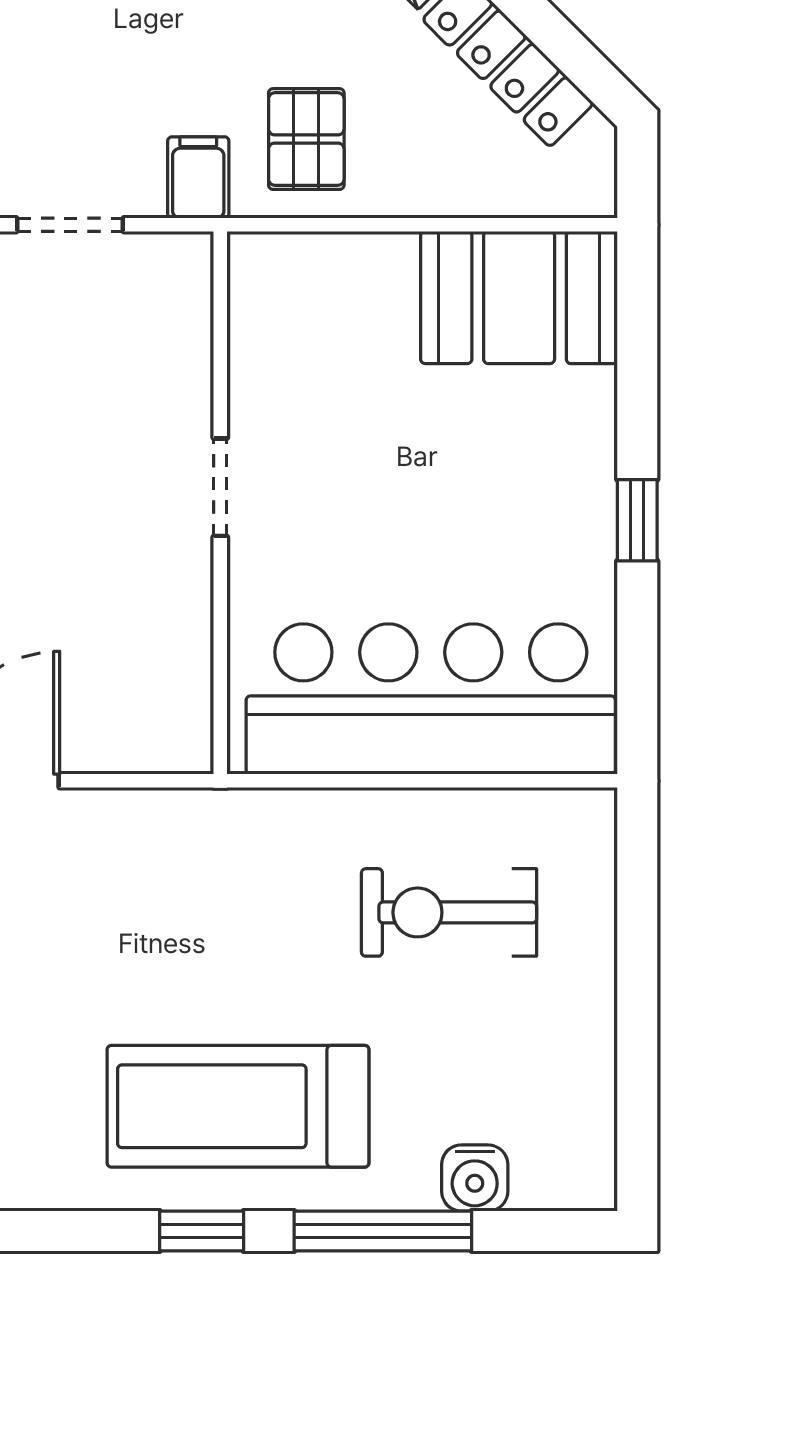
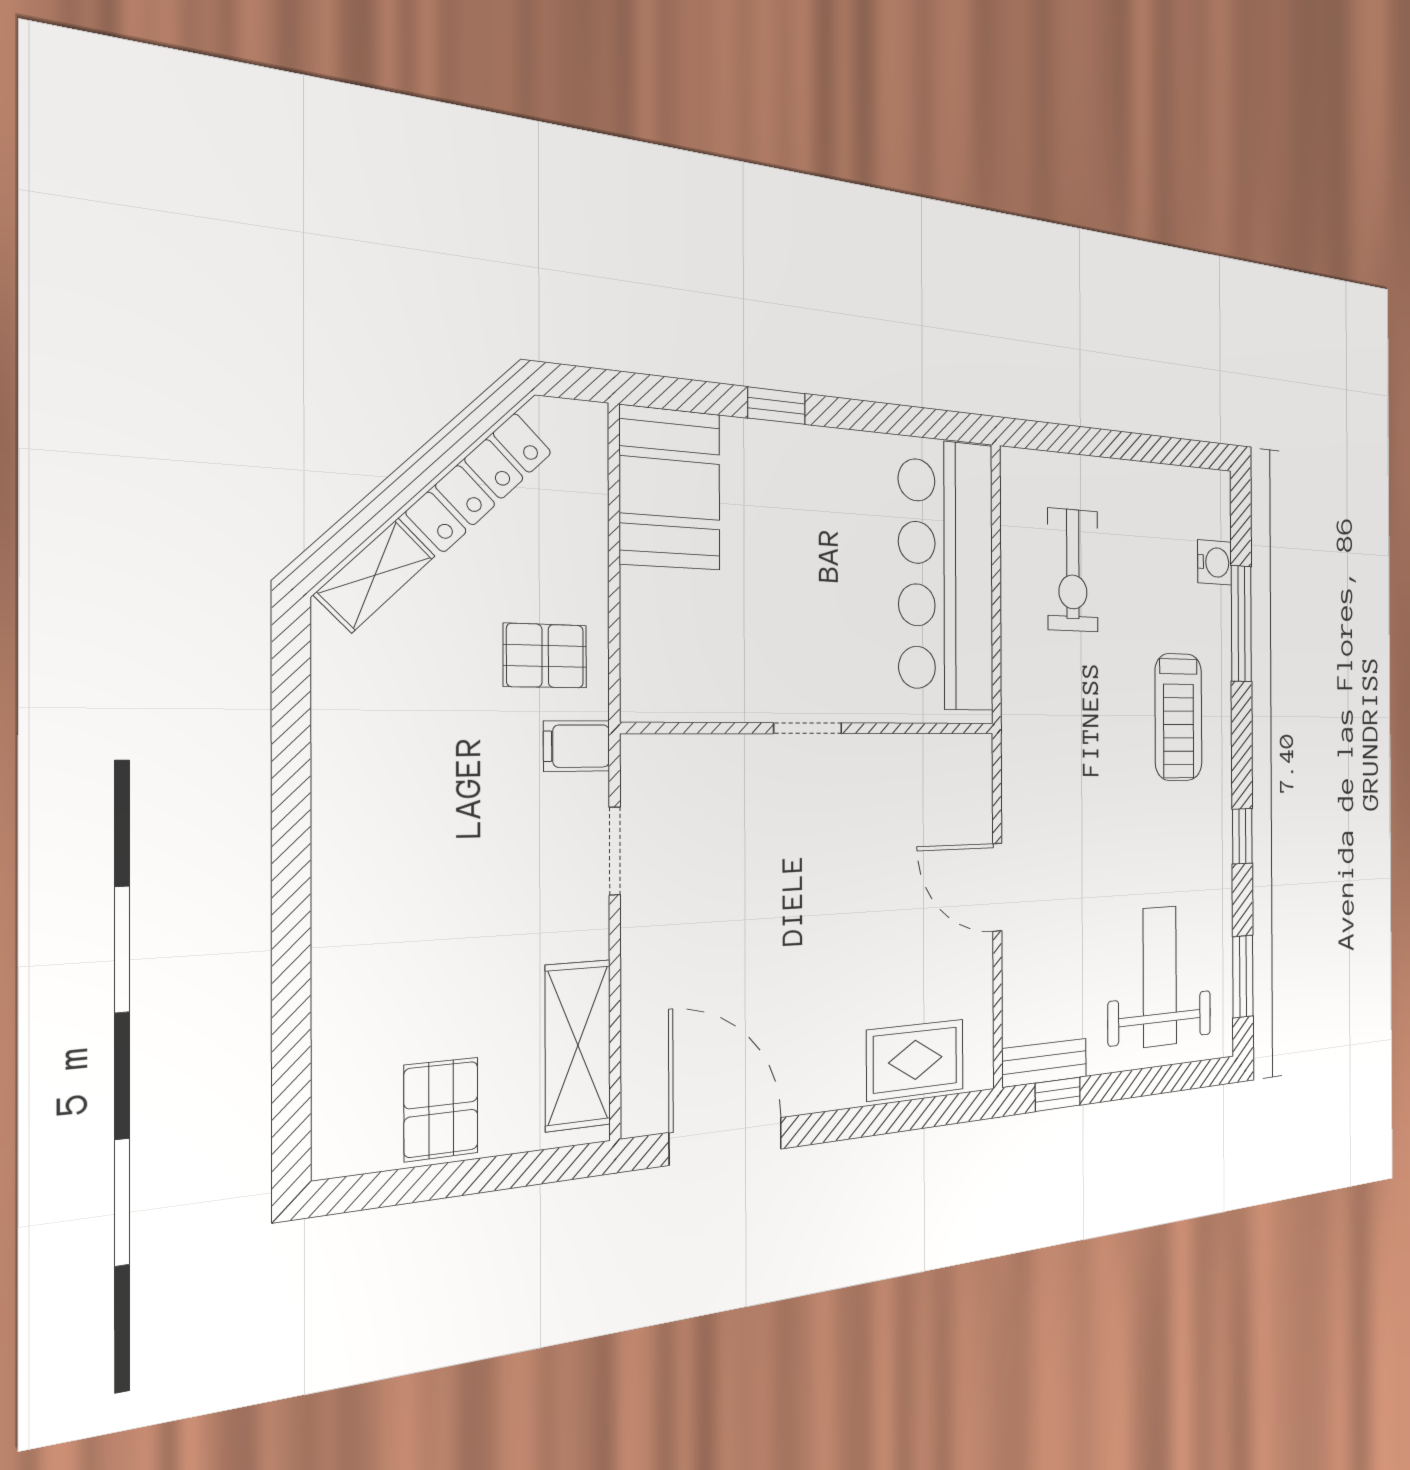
window: (637, 520) -> (777, 406), moved
treadmill: (238, 1106) -> (1179, 717), width x0.73, depth x0.73
window: (202, 1231) -> (1242, 836), moved

